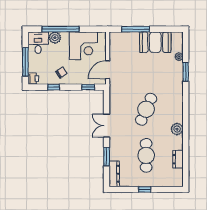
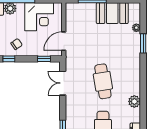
cafe table: (146, 109) -> (103, 81), turned -33
double door: (107, 126) -> (63, 83), moved

